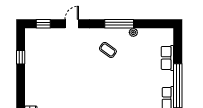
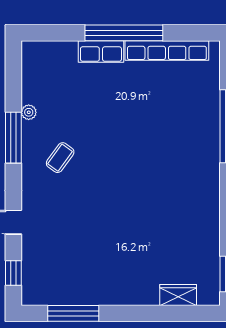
window: (21, 57) -> (73, 313), width x2.17
row of seats: (167, 58) -> (101, 51), moved

